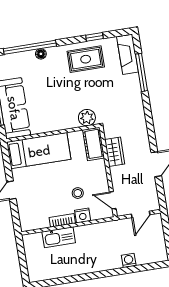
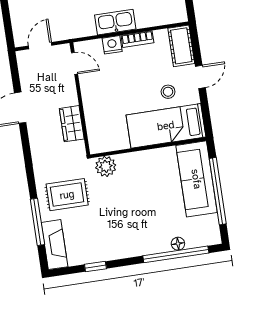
floor lamp: (41, 54) -> (178, 244), moved
rug: (86, 59) -> (67, 195), moved
cot: (94, 144) -> (181, 46), moved
stool: (78, 193) -> (168, 92), moved
kitchen sink: (59, 237) -> (115, 22), moved

